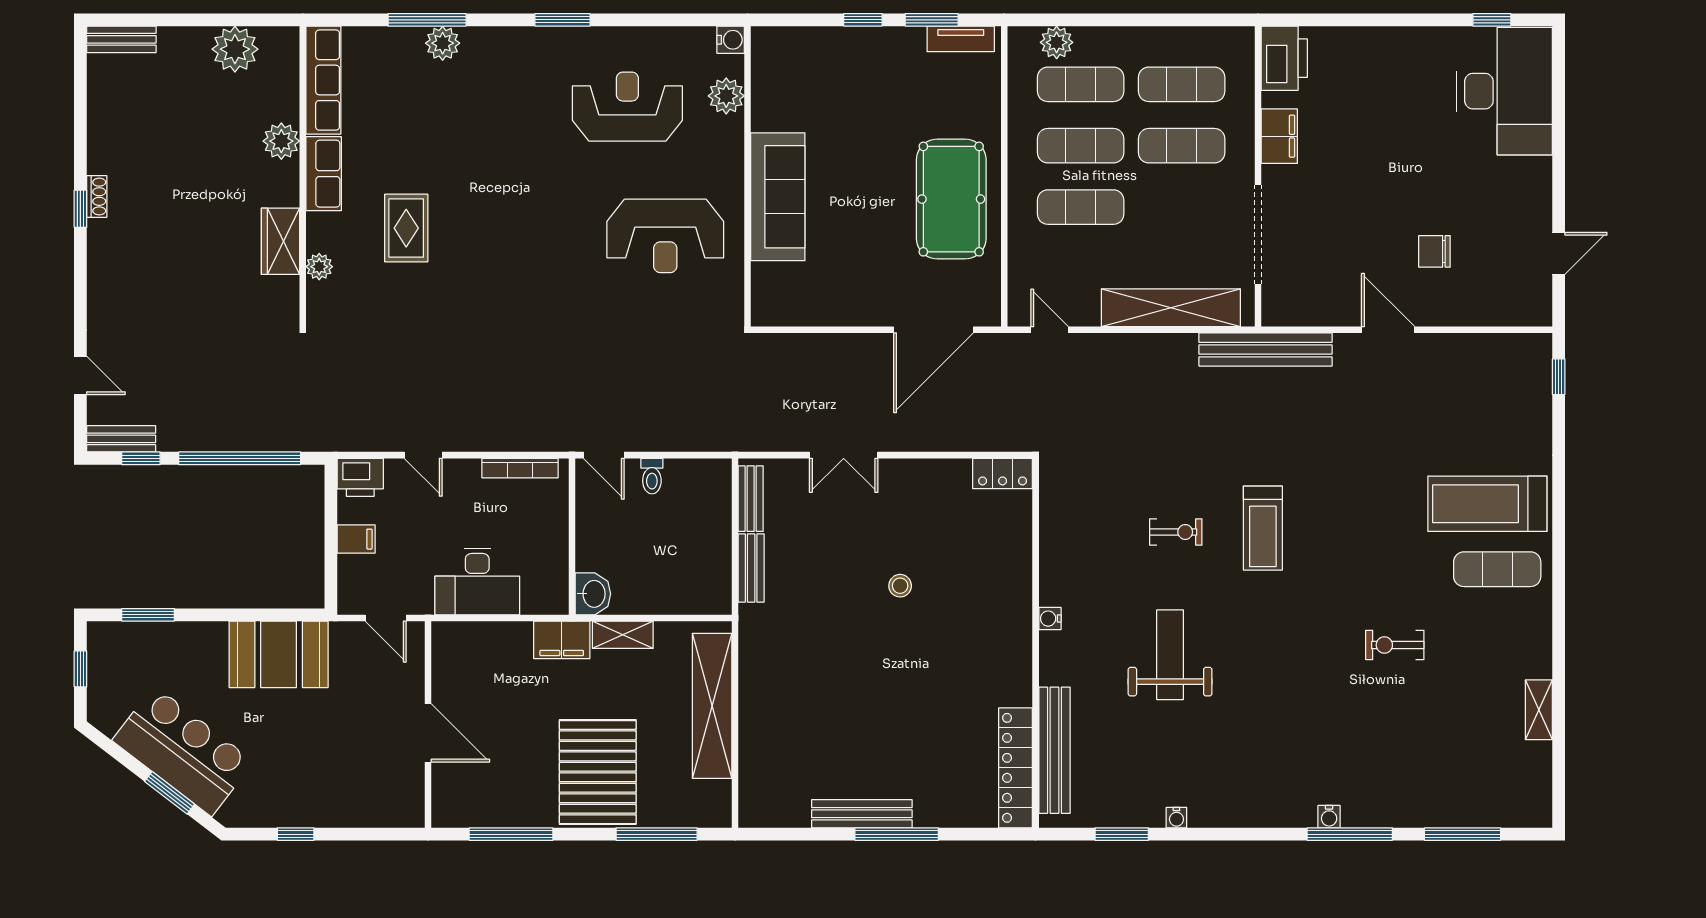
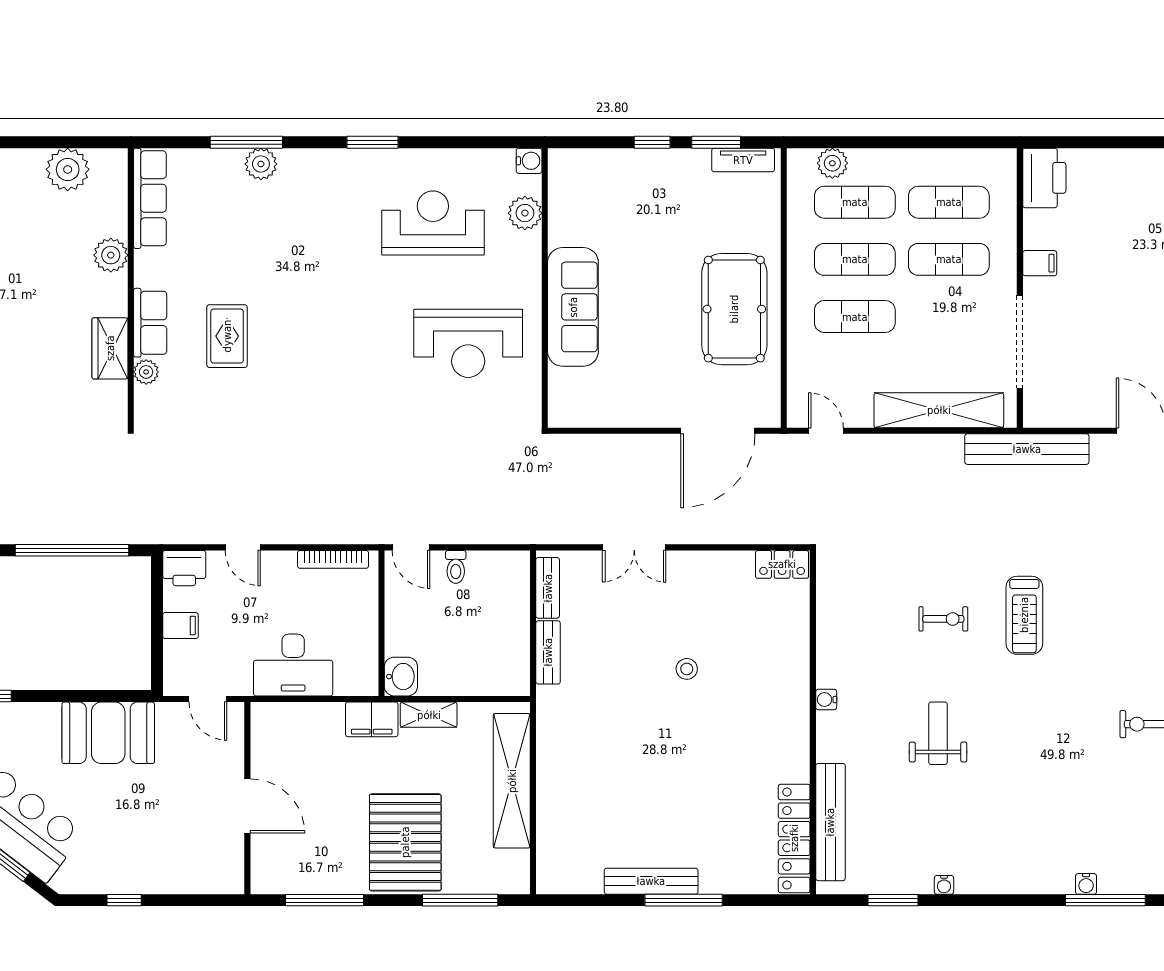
filing cabinet: (1279, 136) -> (1040, 263), width x0.50
row of seats: (324, 174) -> (150, 323), moved
weight bench: (1170, 655) -> (938, 733), width x0.73, depth x0.75

